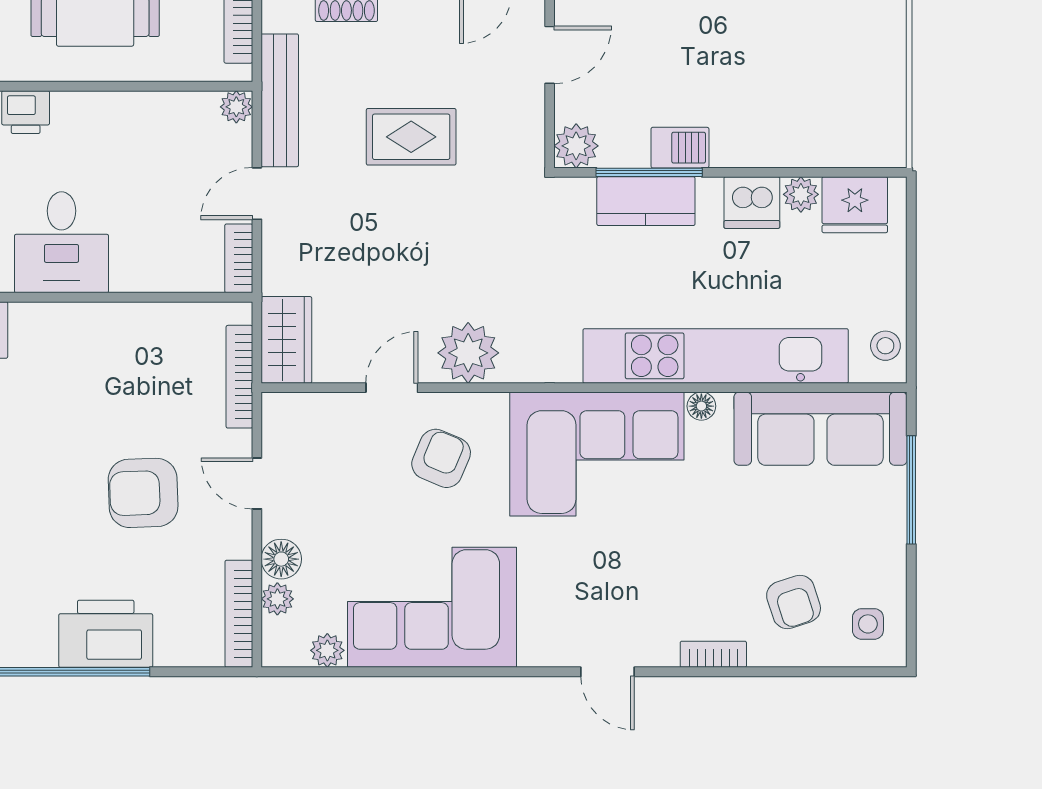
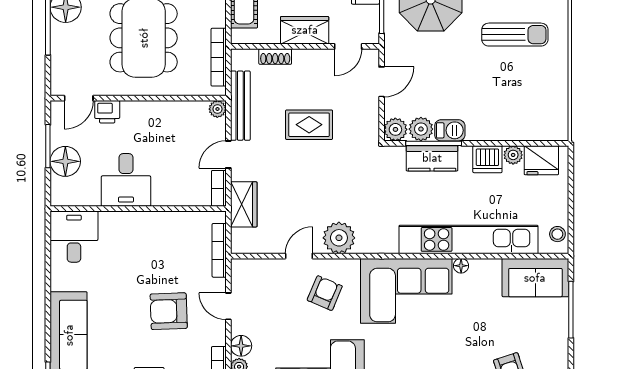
plant: (625, 145) -> (421, 129), added
wardrobe: (286, 340) -> (244, 204), moved
sofa: (821, 429) -> (535, 278), width x0.73

